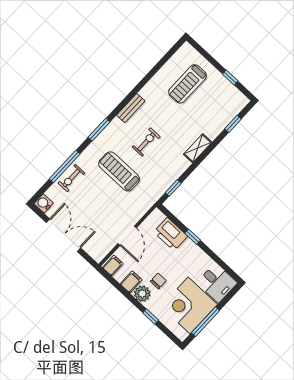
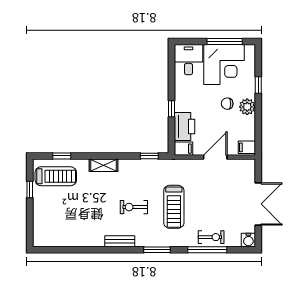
treadmill: (187, 84) -> (56, 176), moved
double door: (63, 235) -> (258, 204), swing flipped
filing cabinet: (131, 282) -> (183, 149), moved, turned 180

